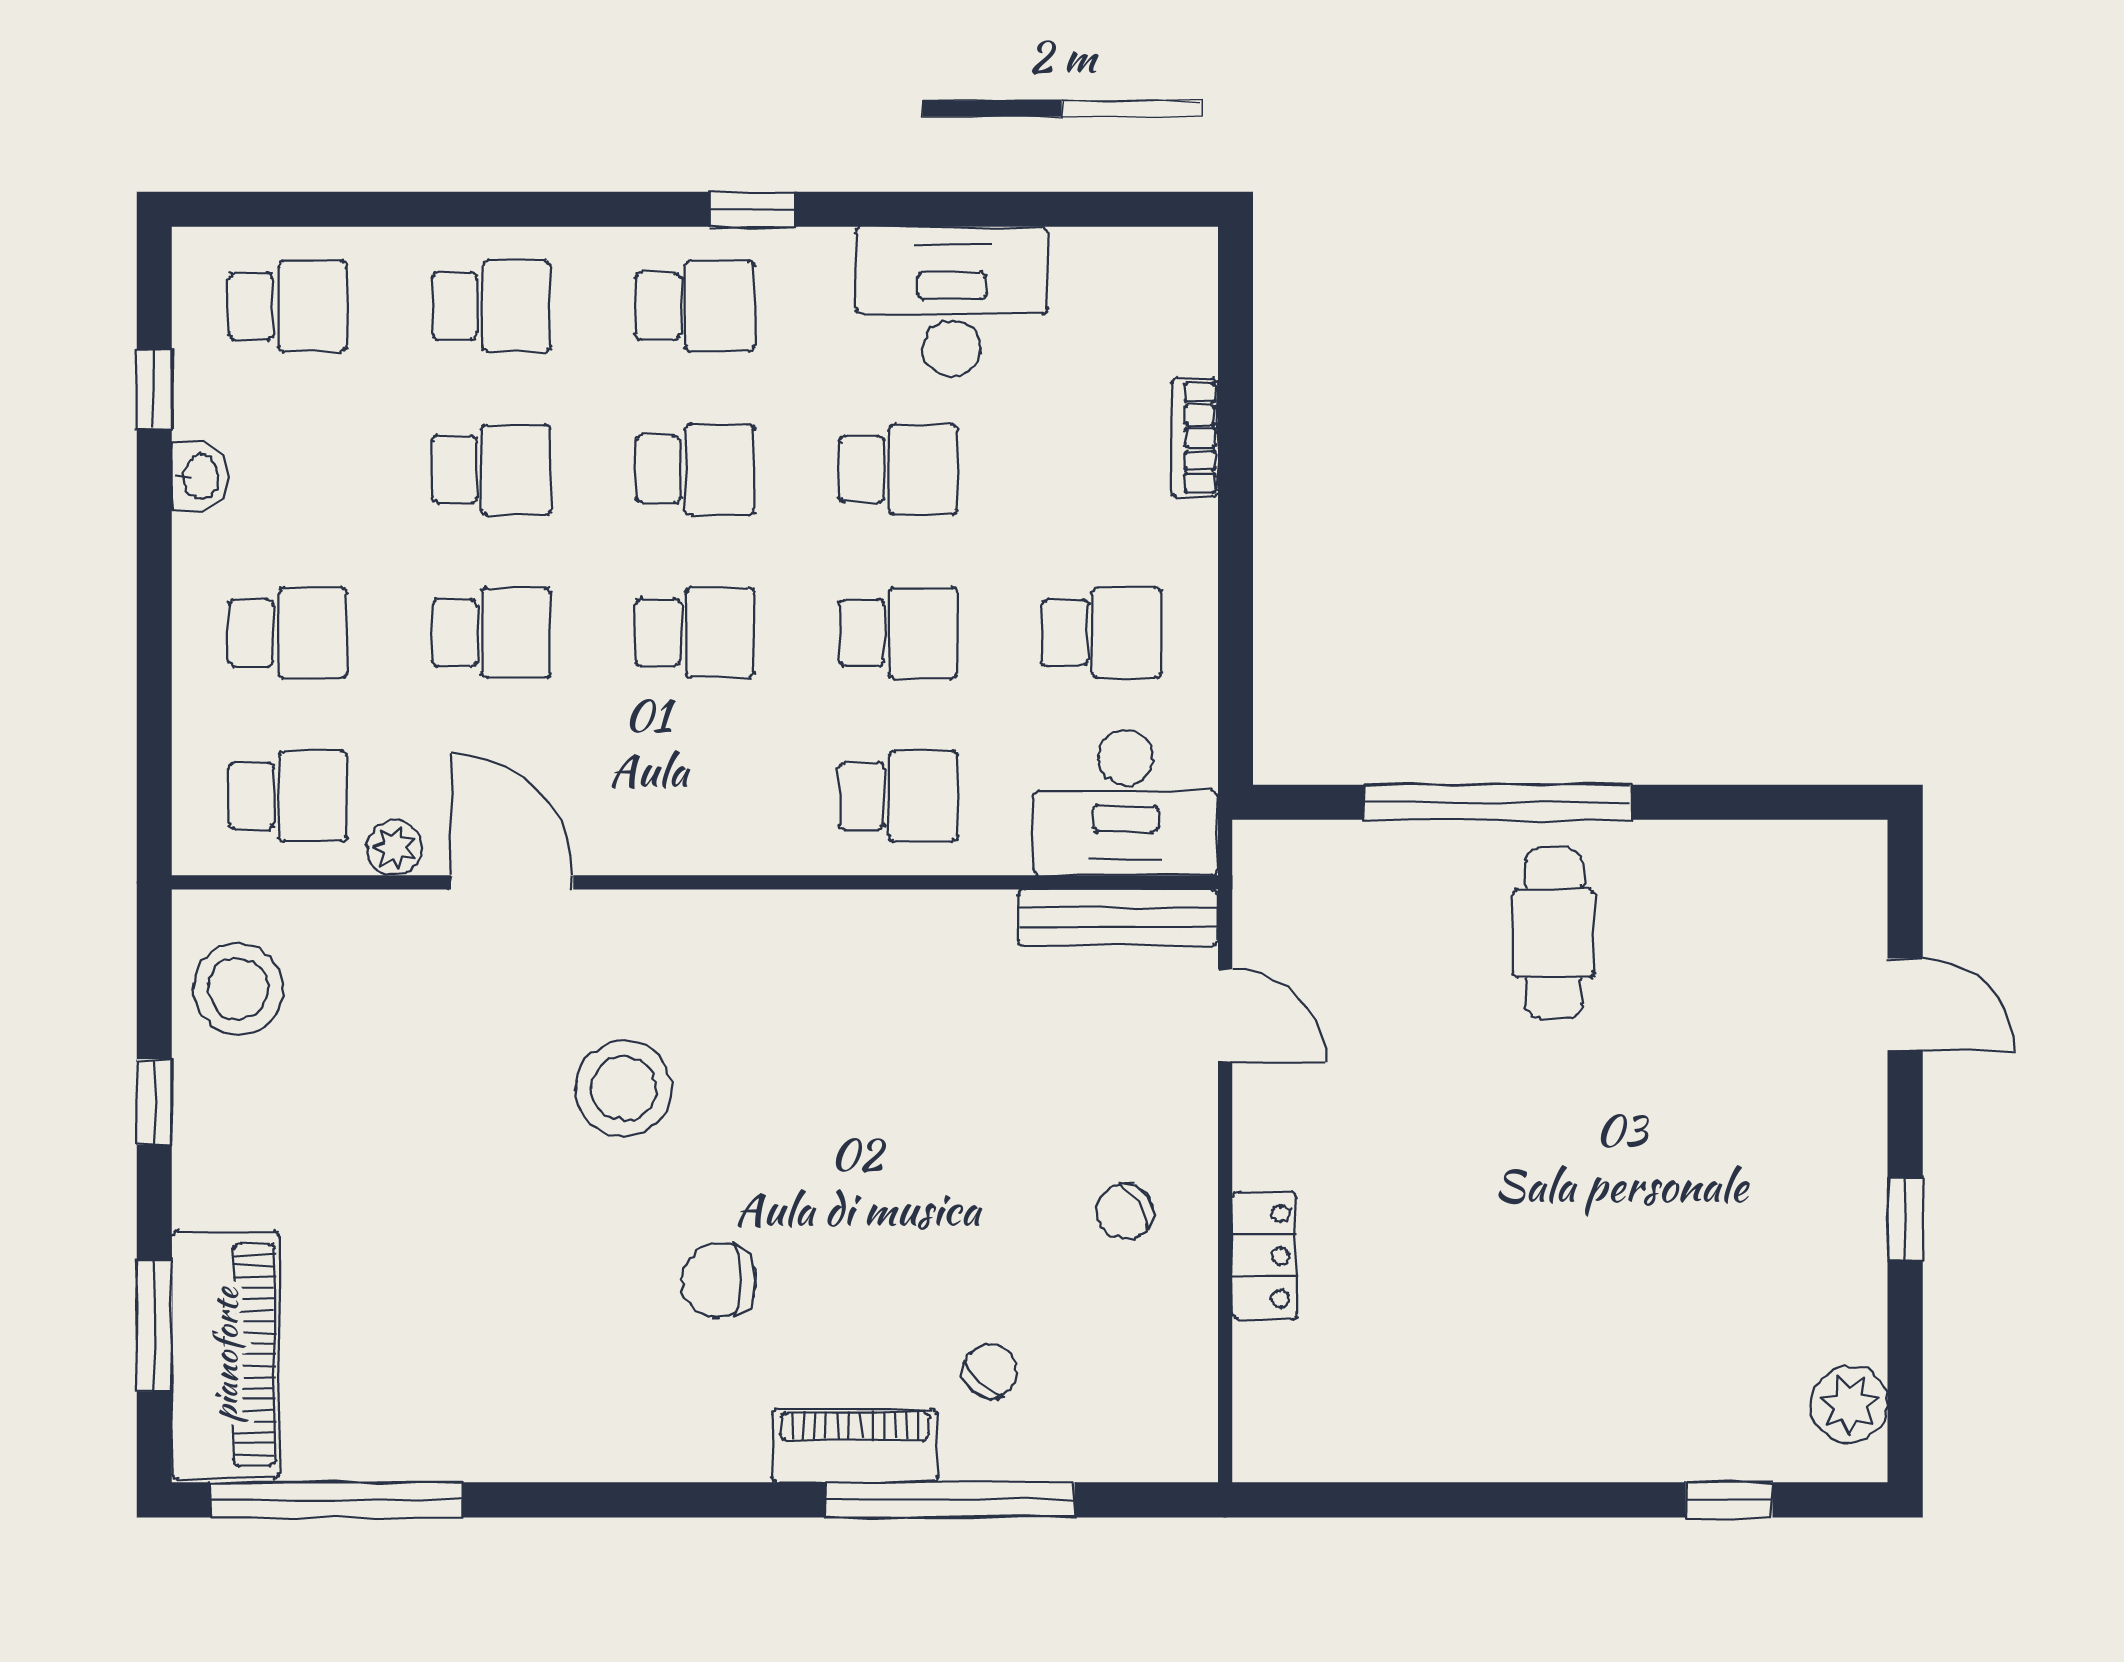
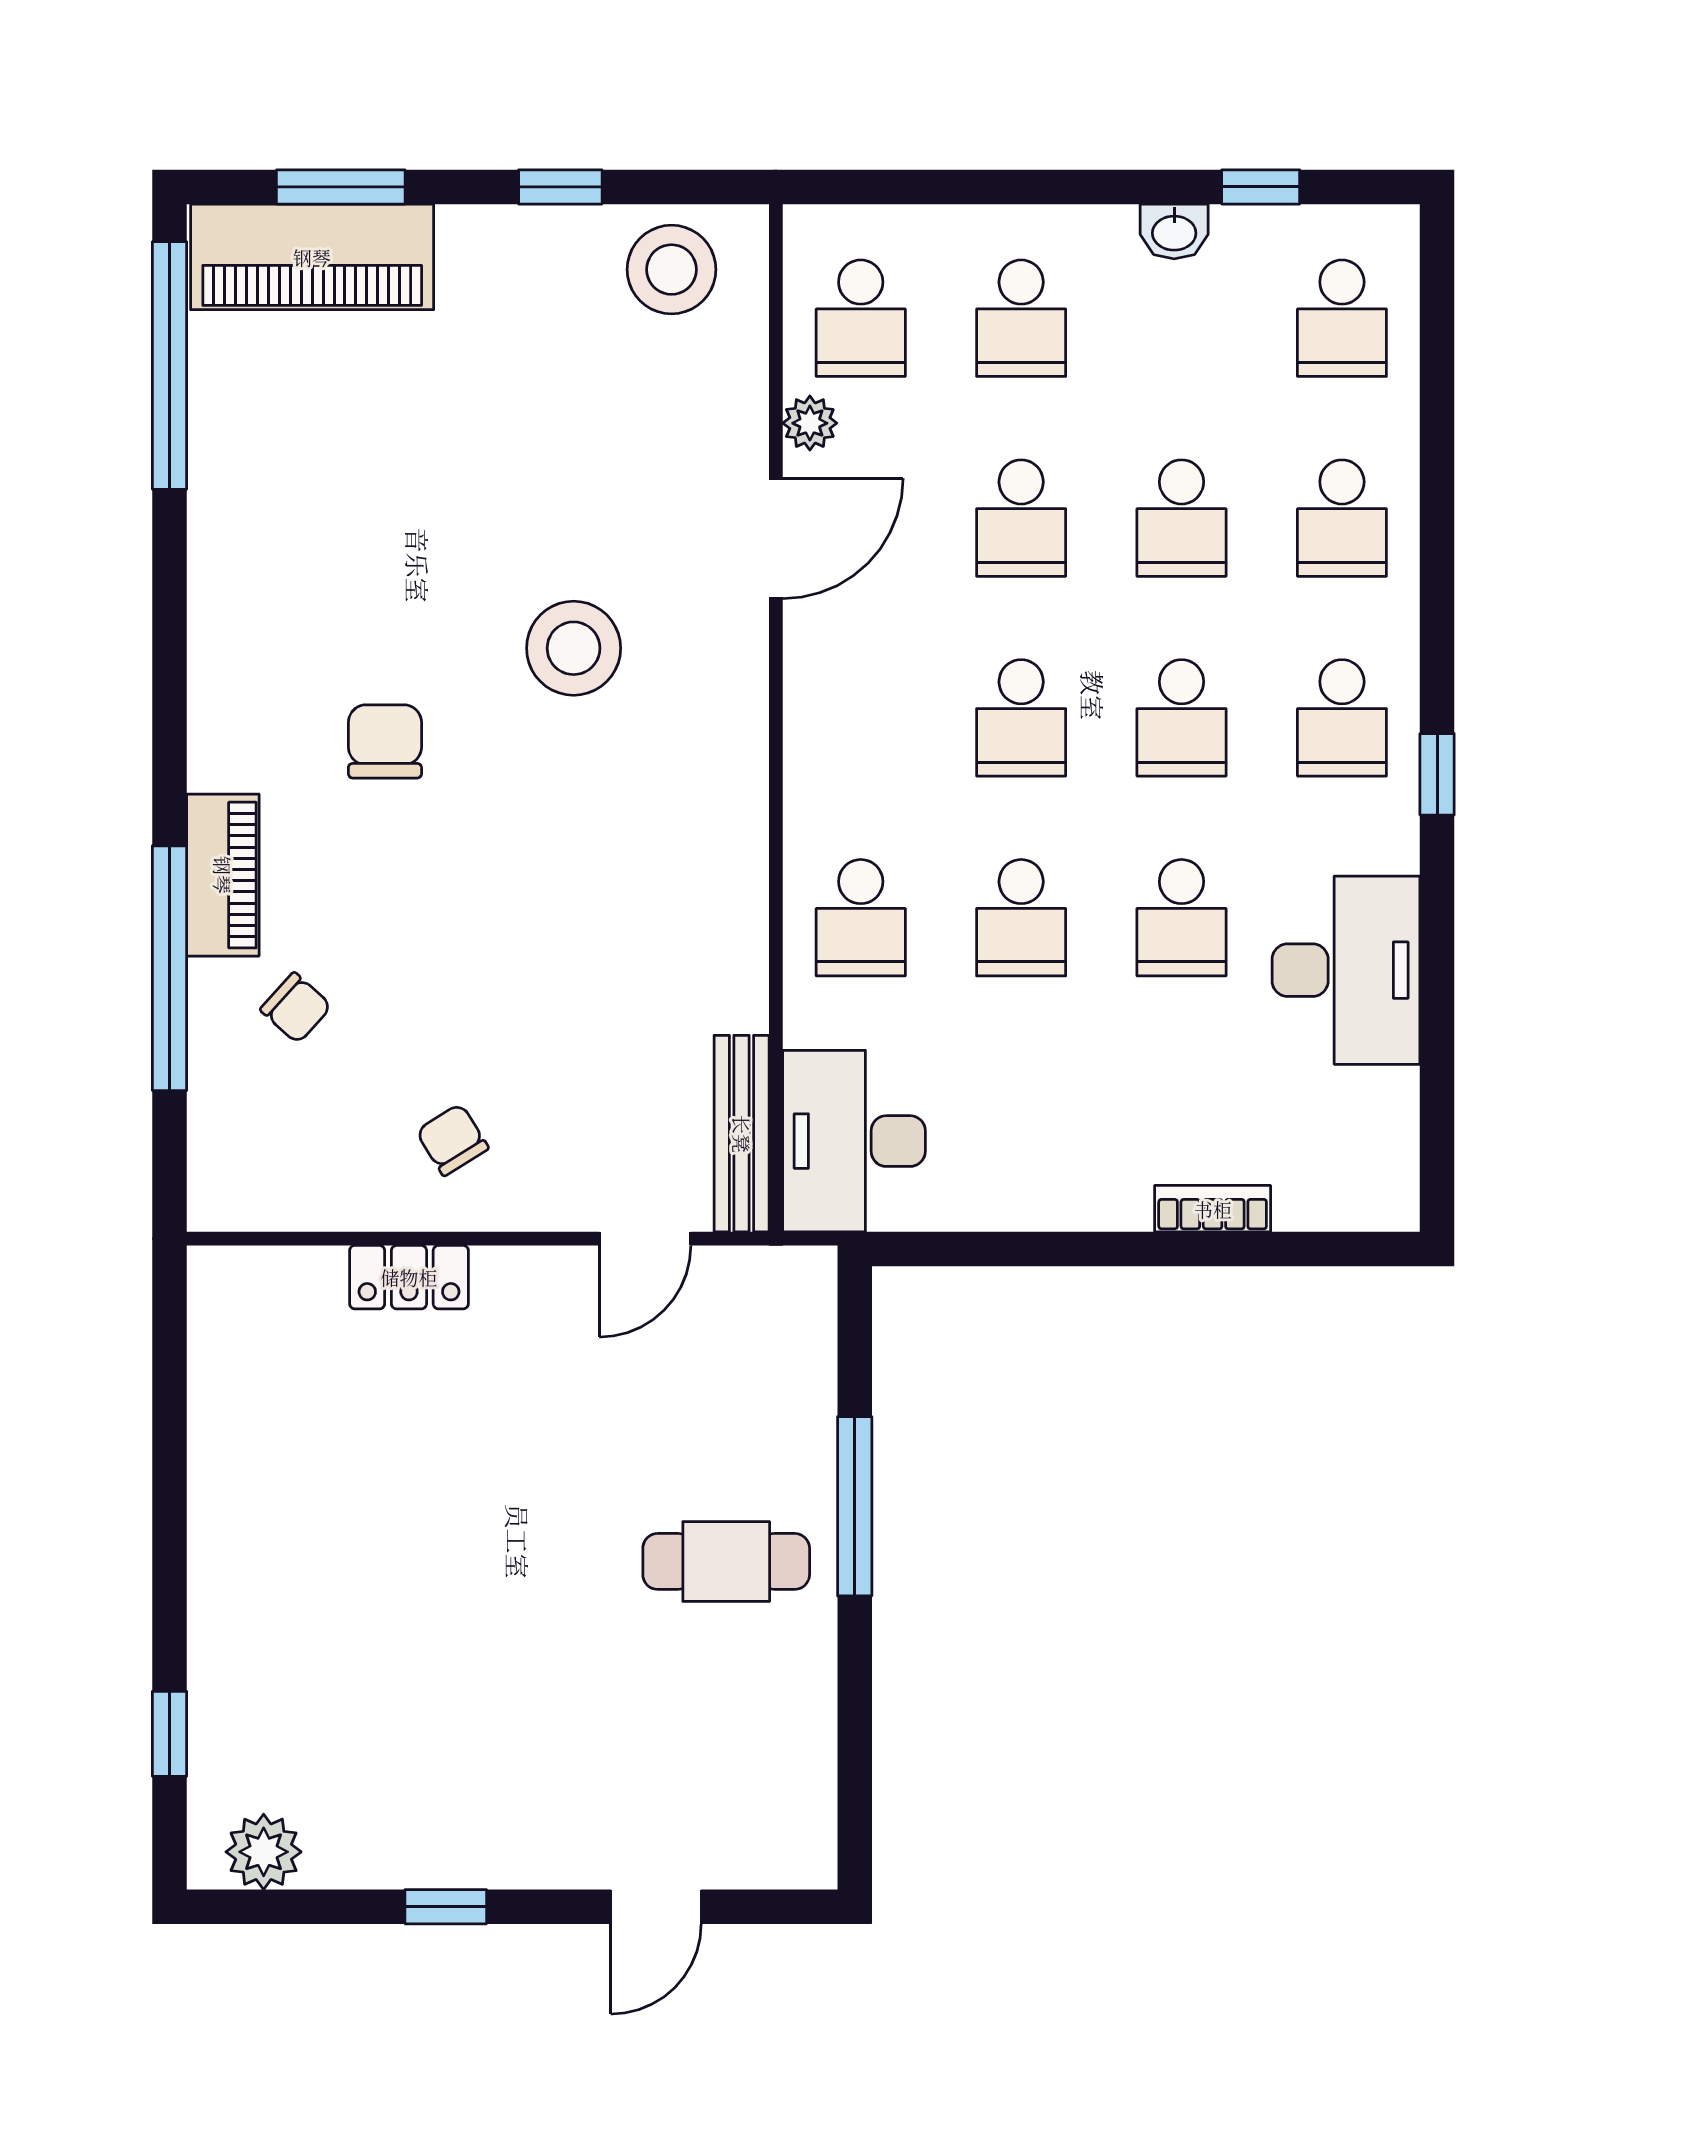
school desk: (1102, 633) -> (1021, 1118), removed
window: (1498, 802) -> (855, 1506), width x0.68

